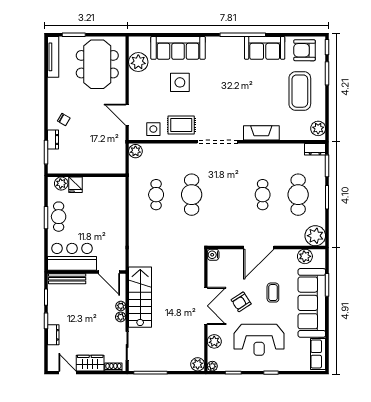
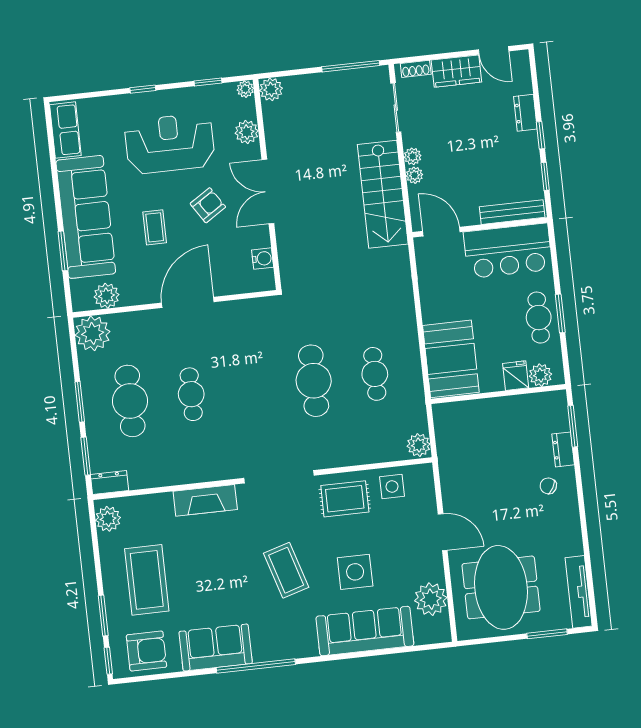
coffee table: (219, 88) -> (286, 570), added
door: (127, 115) -> (443, 532), moved
booth: (112, 198) -> (451, 359), added
water cooler: (213, 255) -> (263, 259), moved

